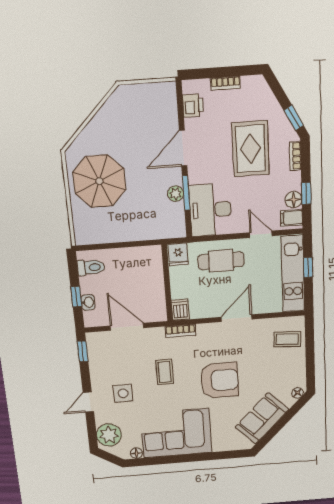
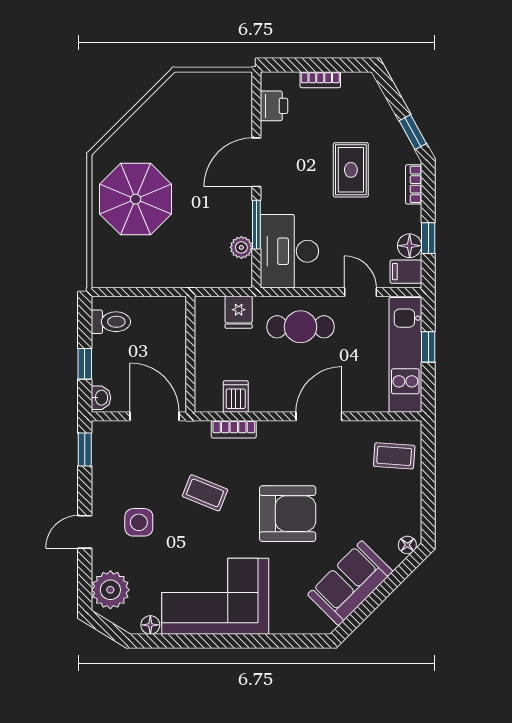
rug: (251, 149) -> (351, 170), width x0.73, depth x0.70
plant: (176, 194) -> (241, 247), moved
wall: (167, 283) -> (190, 354), moved
washbasin: (88, 302) -> (101, 398), moved
coffee table: (165, 372) -> (205, 493), turned -68

